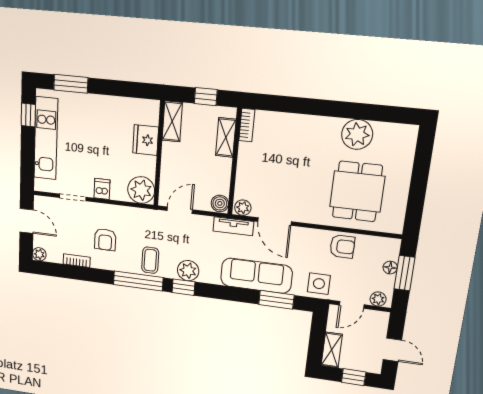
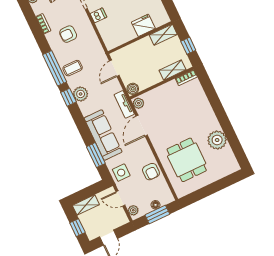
plant: (141, 190) -> (112, 39), removed
dining table: (357, 191) -> (187, 160), turned 90
door: (180, 210) -> (114, 68), swing flipped

